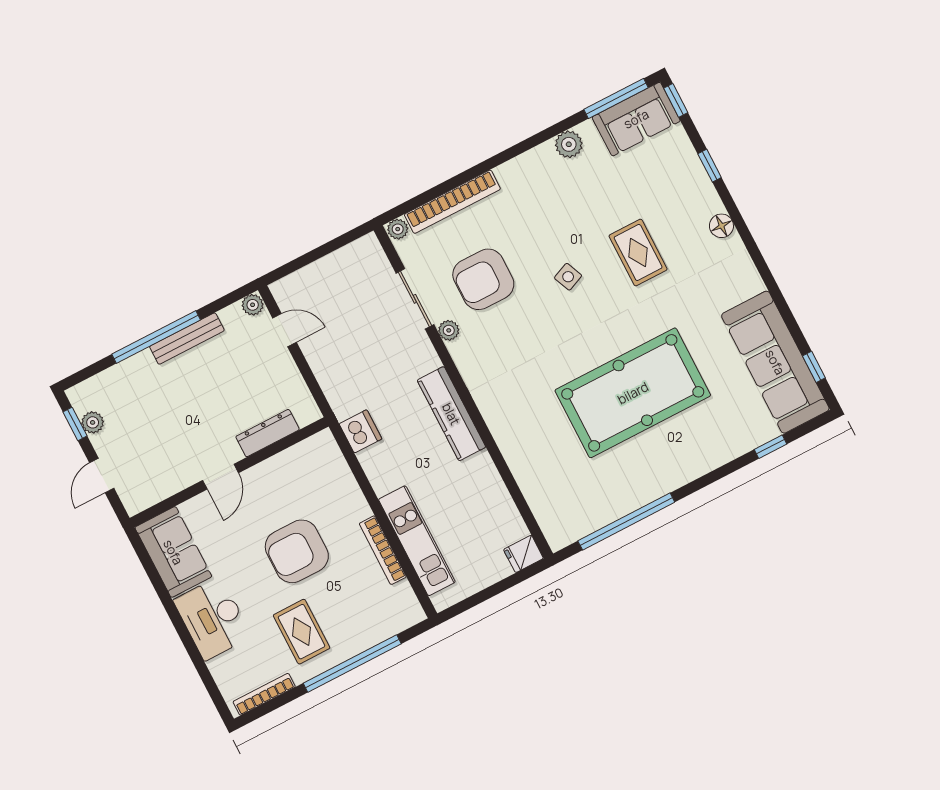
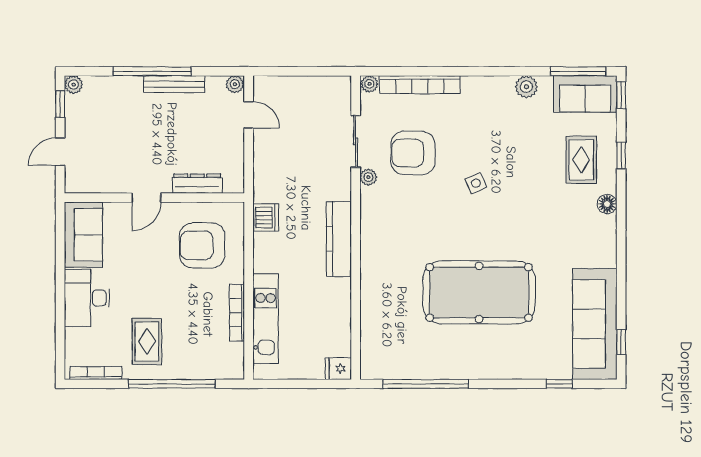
rug: (638, 252) -> (581, 160), moved
plant: (93, 422) -> (74, 85), moved
armchair: (297, 551) -> (202, 245), moved

